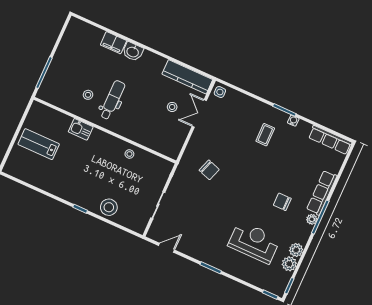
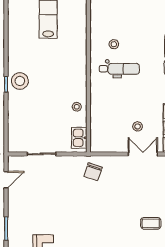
kitchen sink: (81, 129) -> (79, 138), moved
chair: (209, 170) -> (93, 172), moved
stool: (109, 207) -> (20, 81), moved
door: (167, 248) -> (6, 180), hinge flipped

